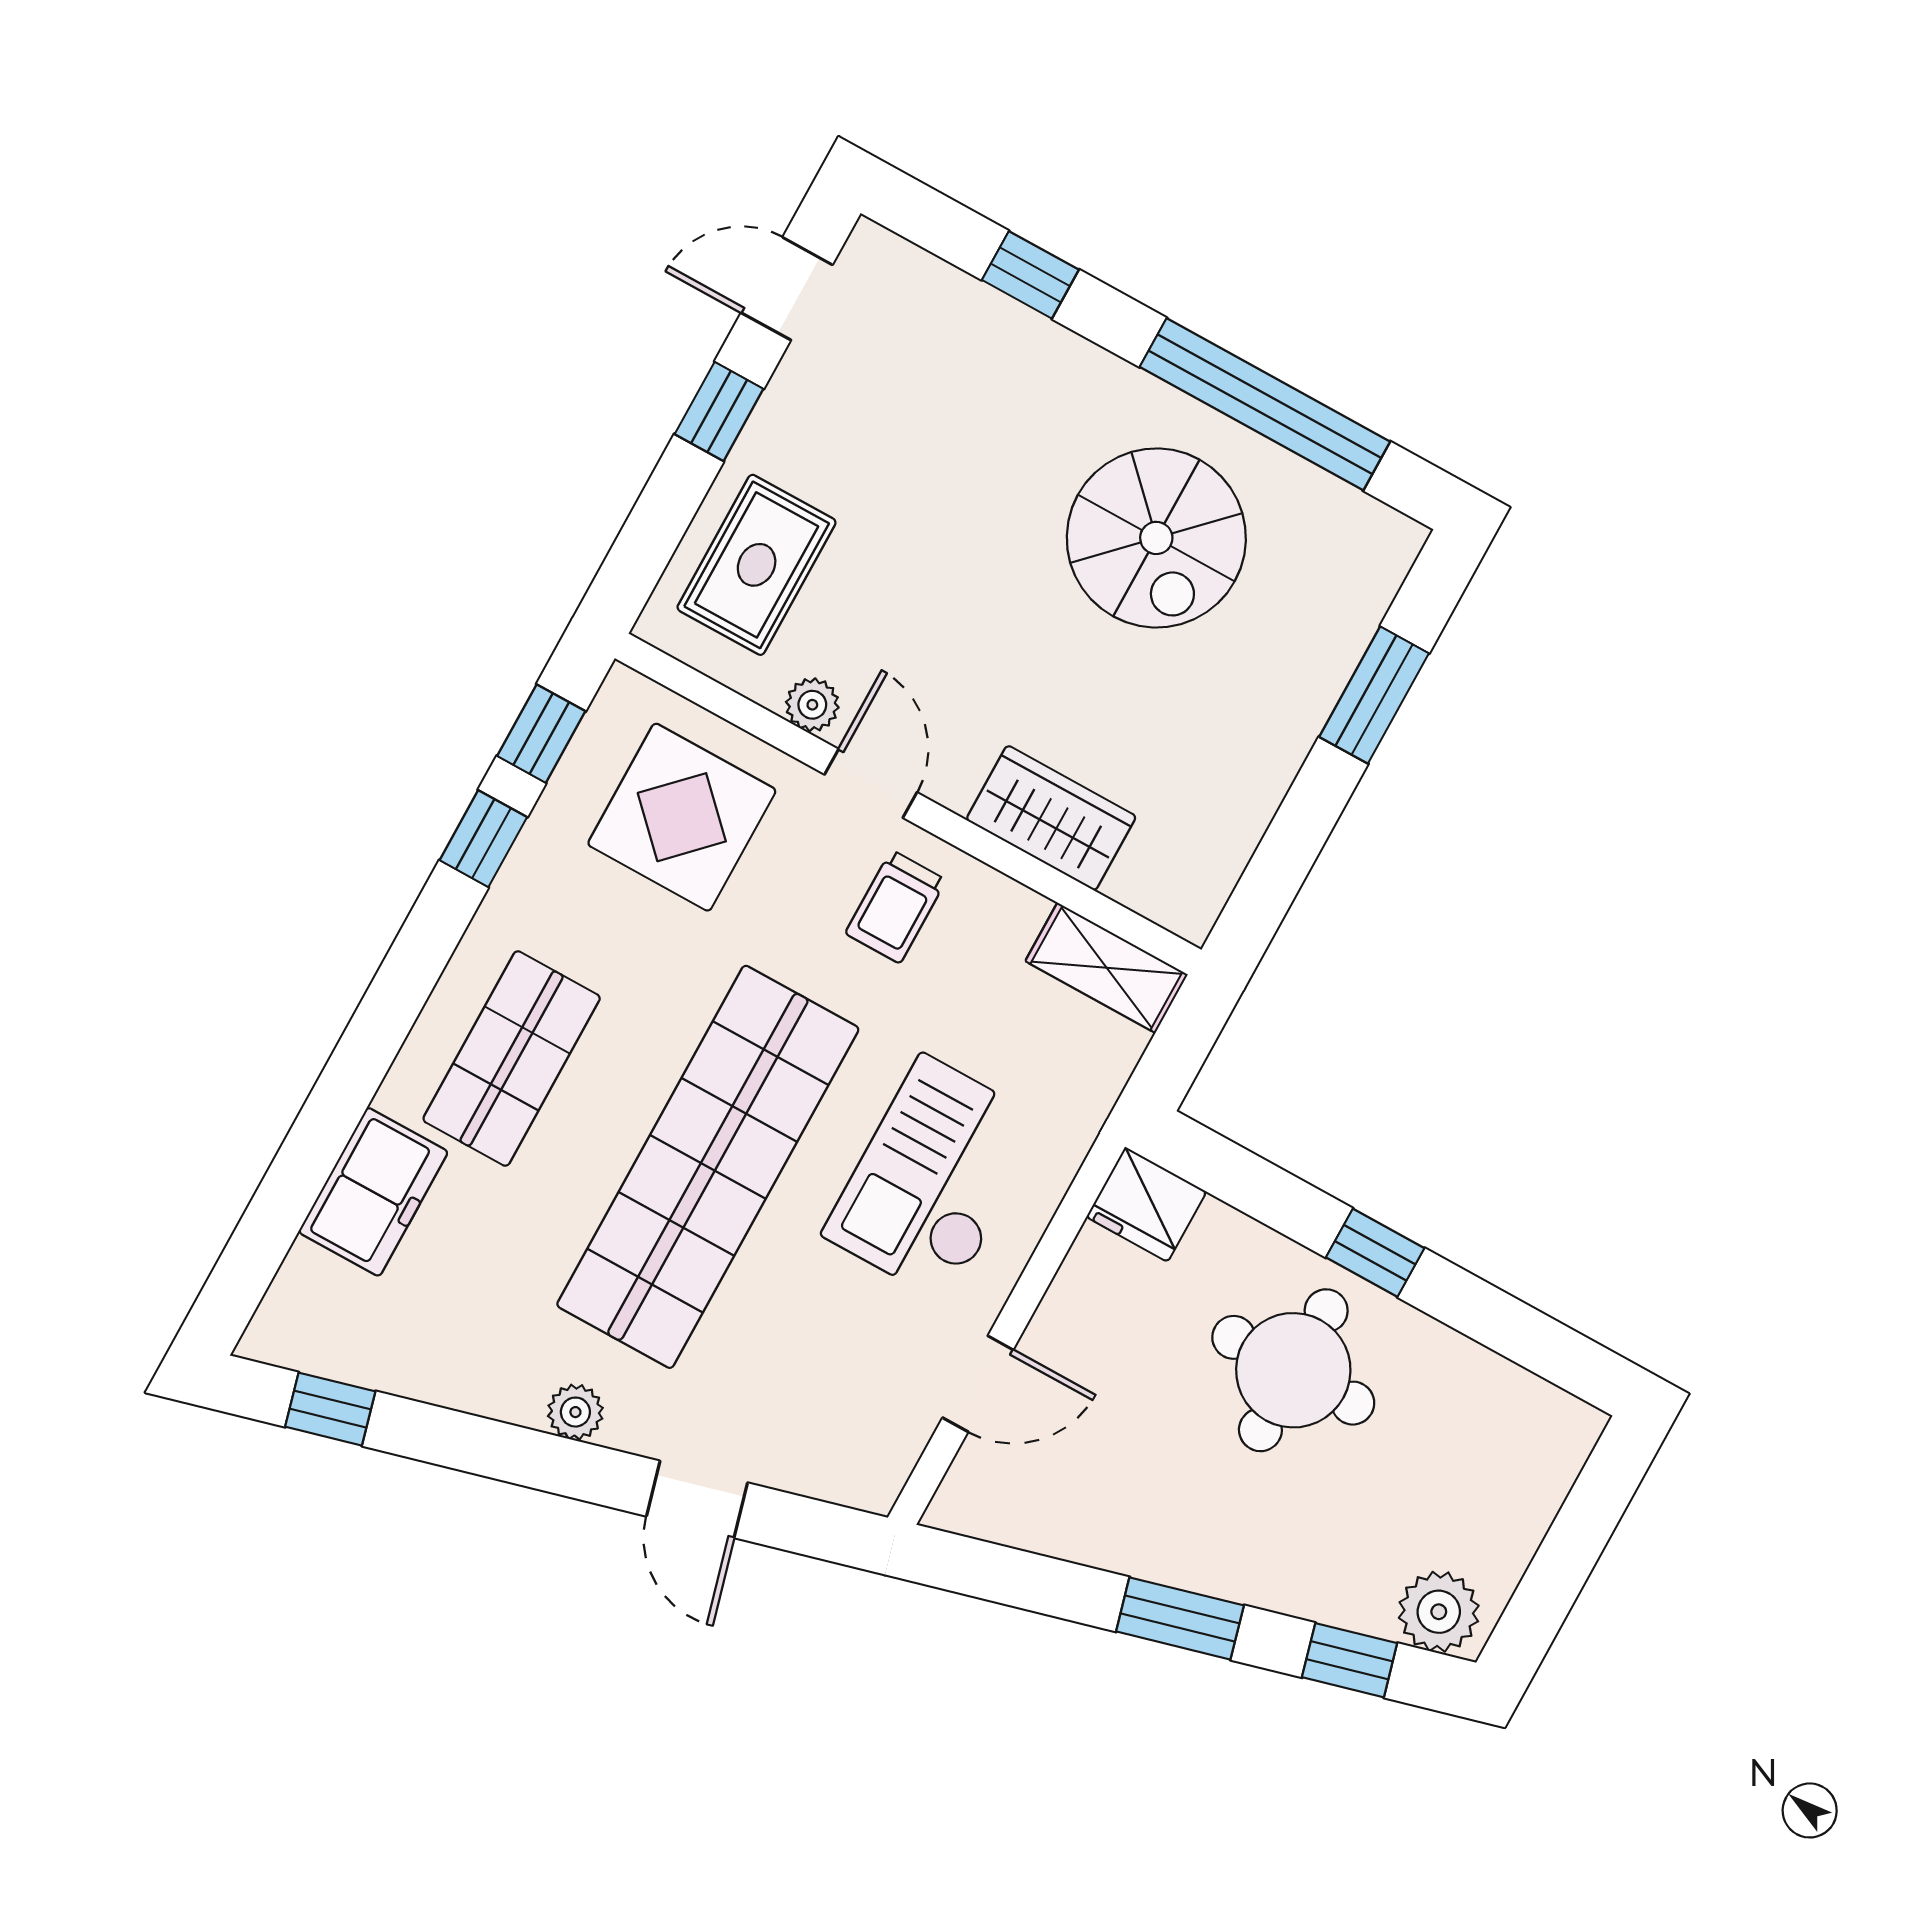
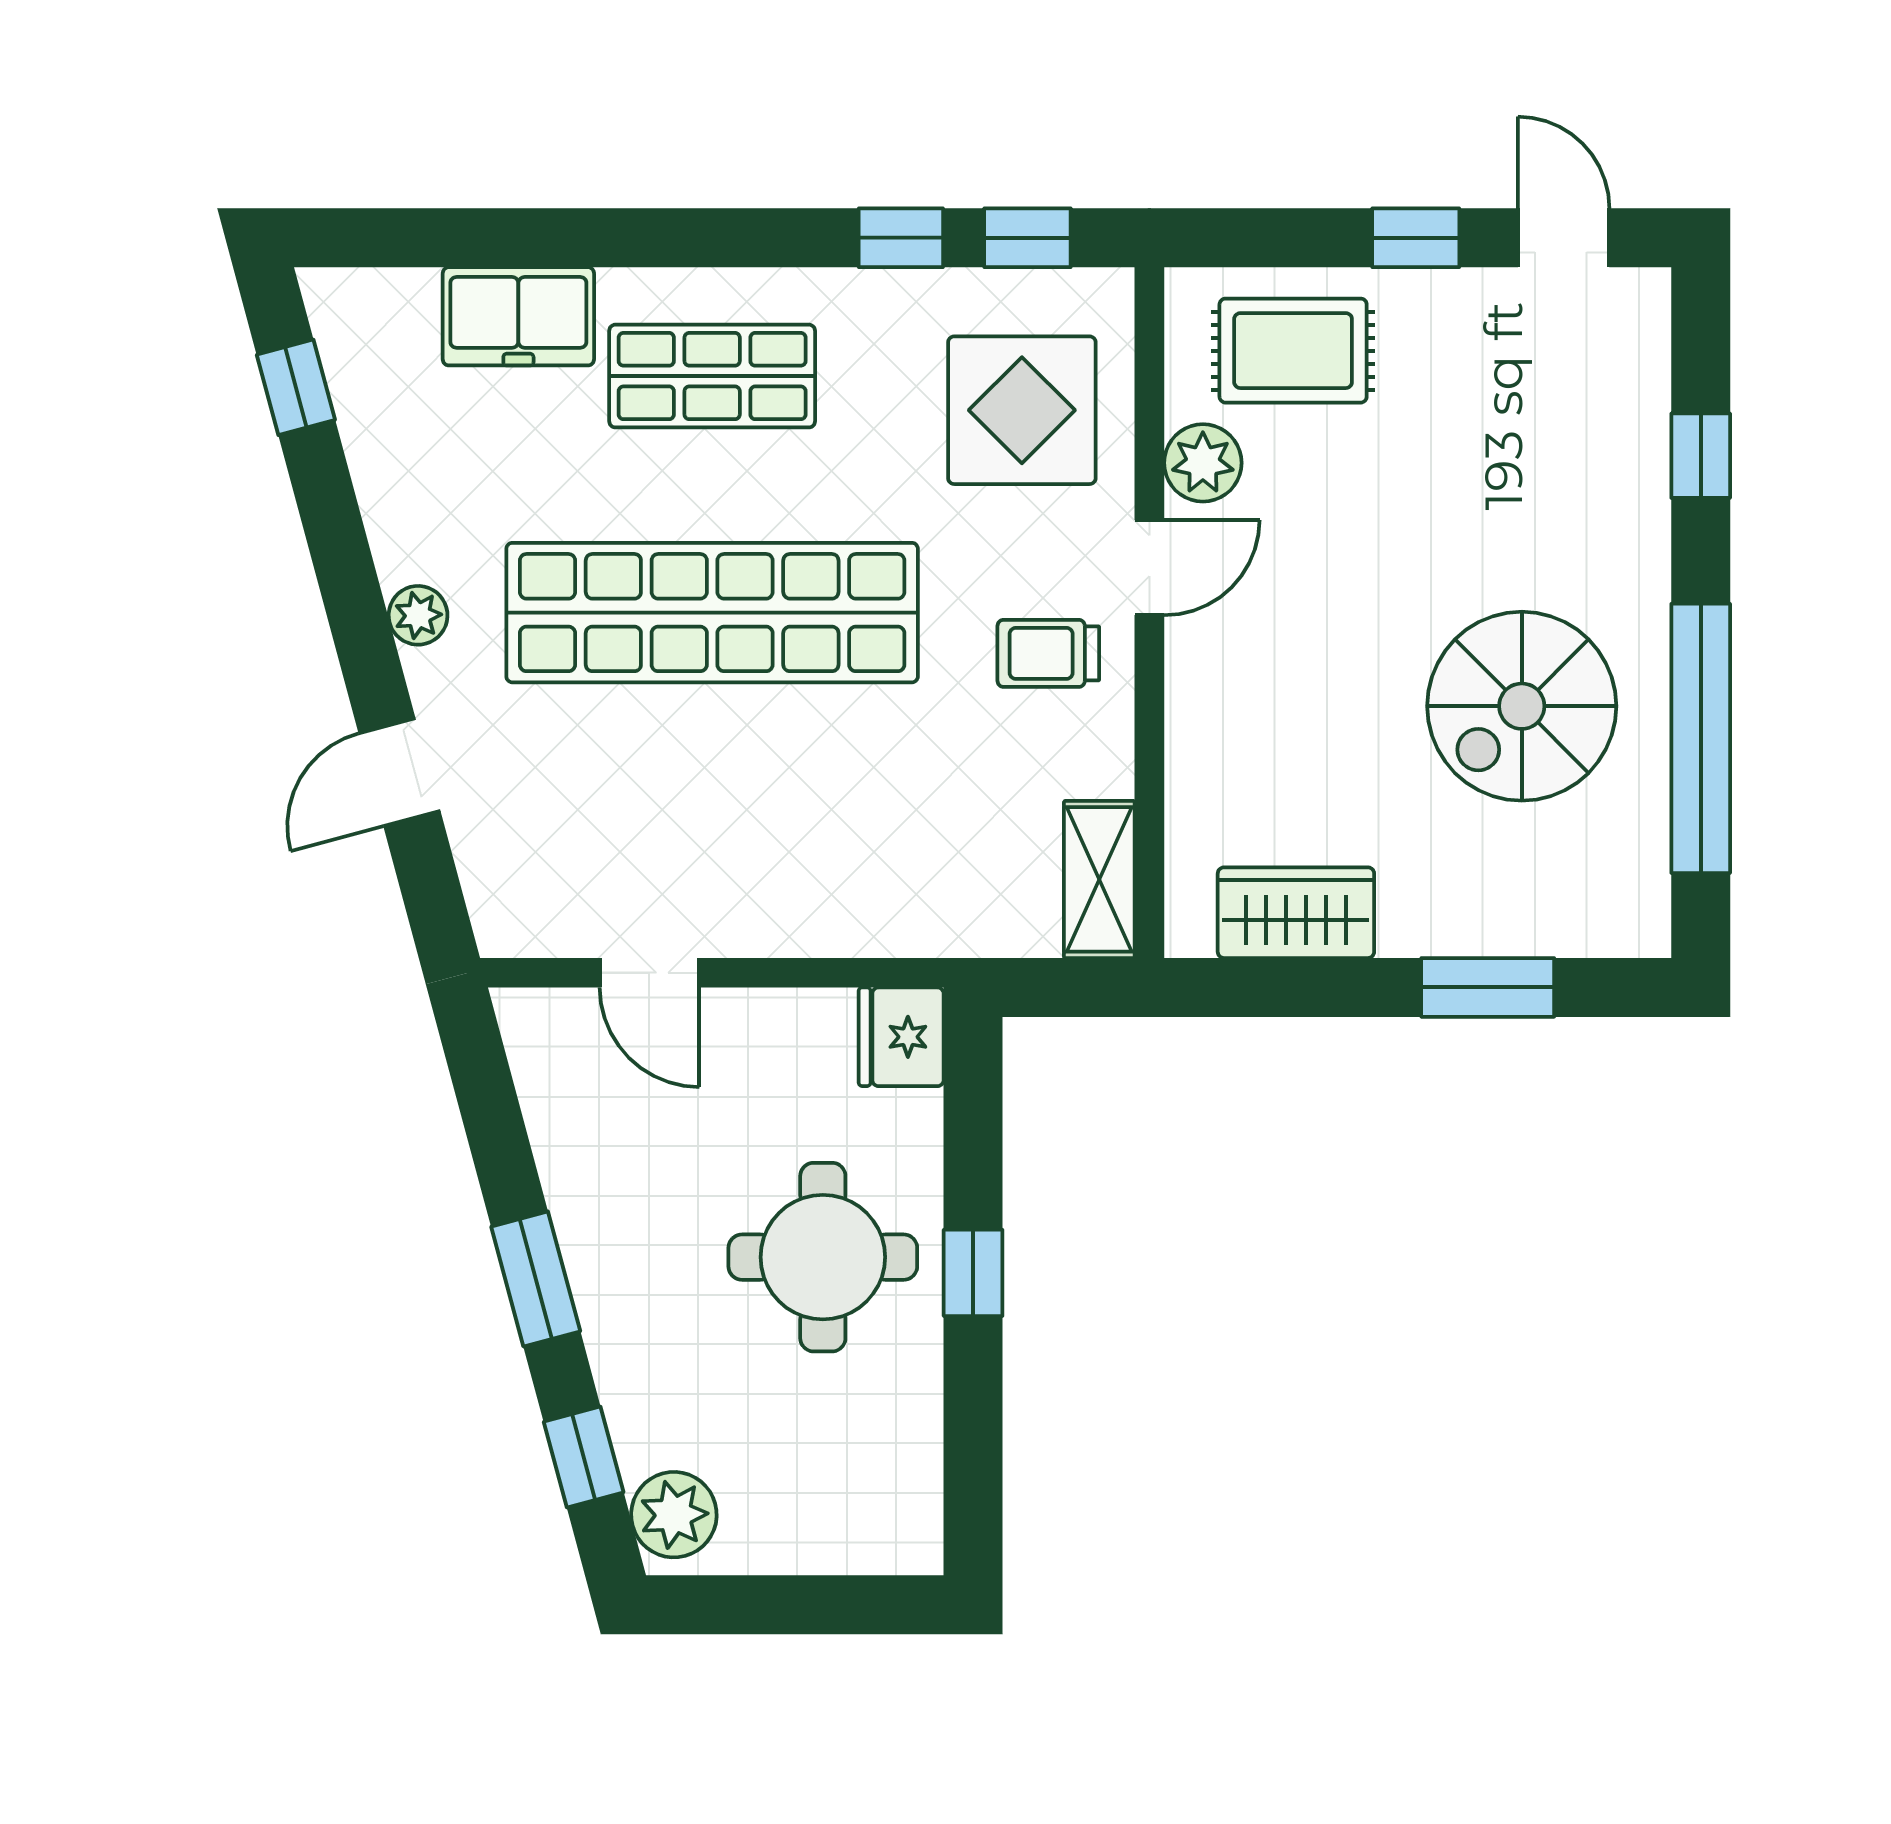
plant: (812, 705) -> (1203, 463), width x1.38, depth x1.38
wardrobe: (1051, 818) -> (1296, 913), moved, turned -90
checkout: (935, 1179) -> (817, 828), removed

